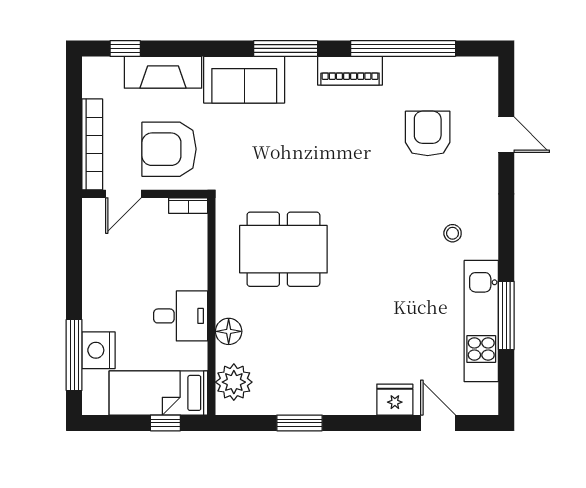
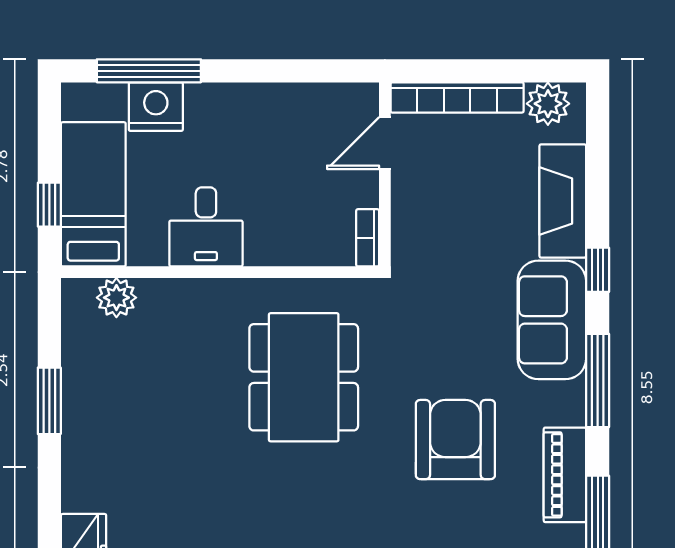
window: (125, 48) -> (598, 270), moved
plant: (96, 82) -> (548, 104), added
armchair: (169, 149) -> (455, 440), moved
door: (123, 194) -> (385, 143), hinge flipped
floor lamp: (229, 331) -> (183, 297), removed
plant: (234, 382) -> (116, 298), width x0.73, depth x0.73

